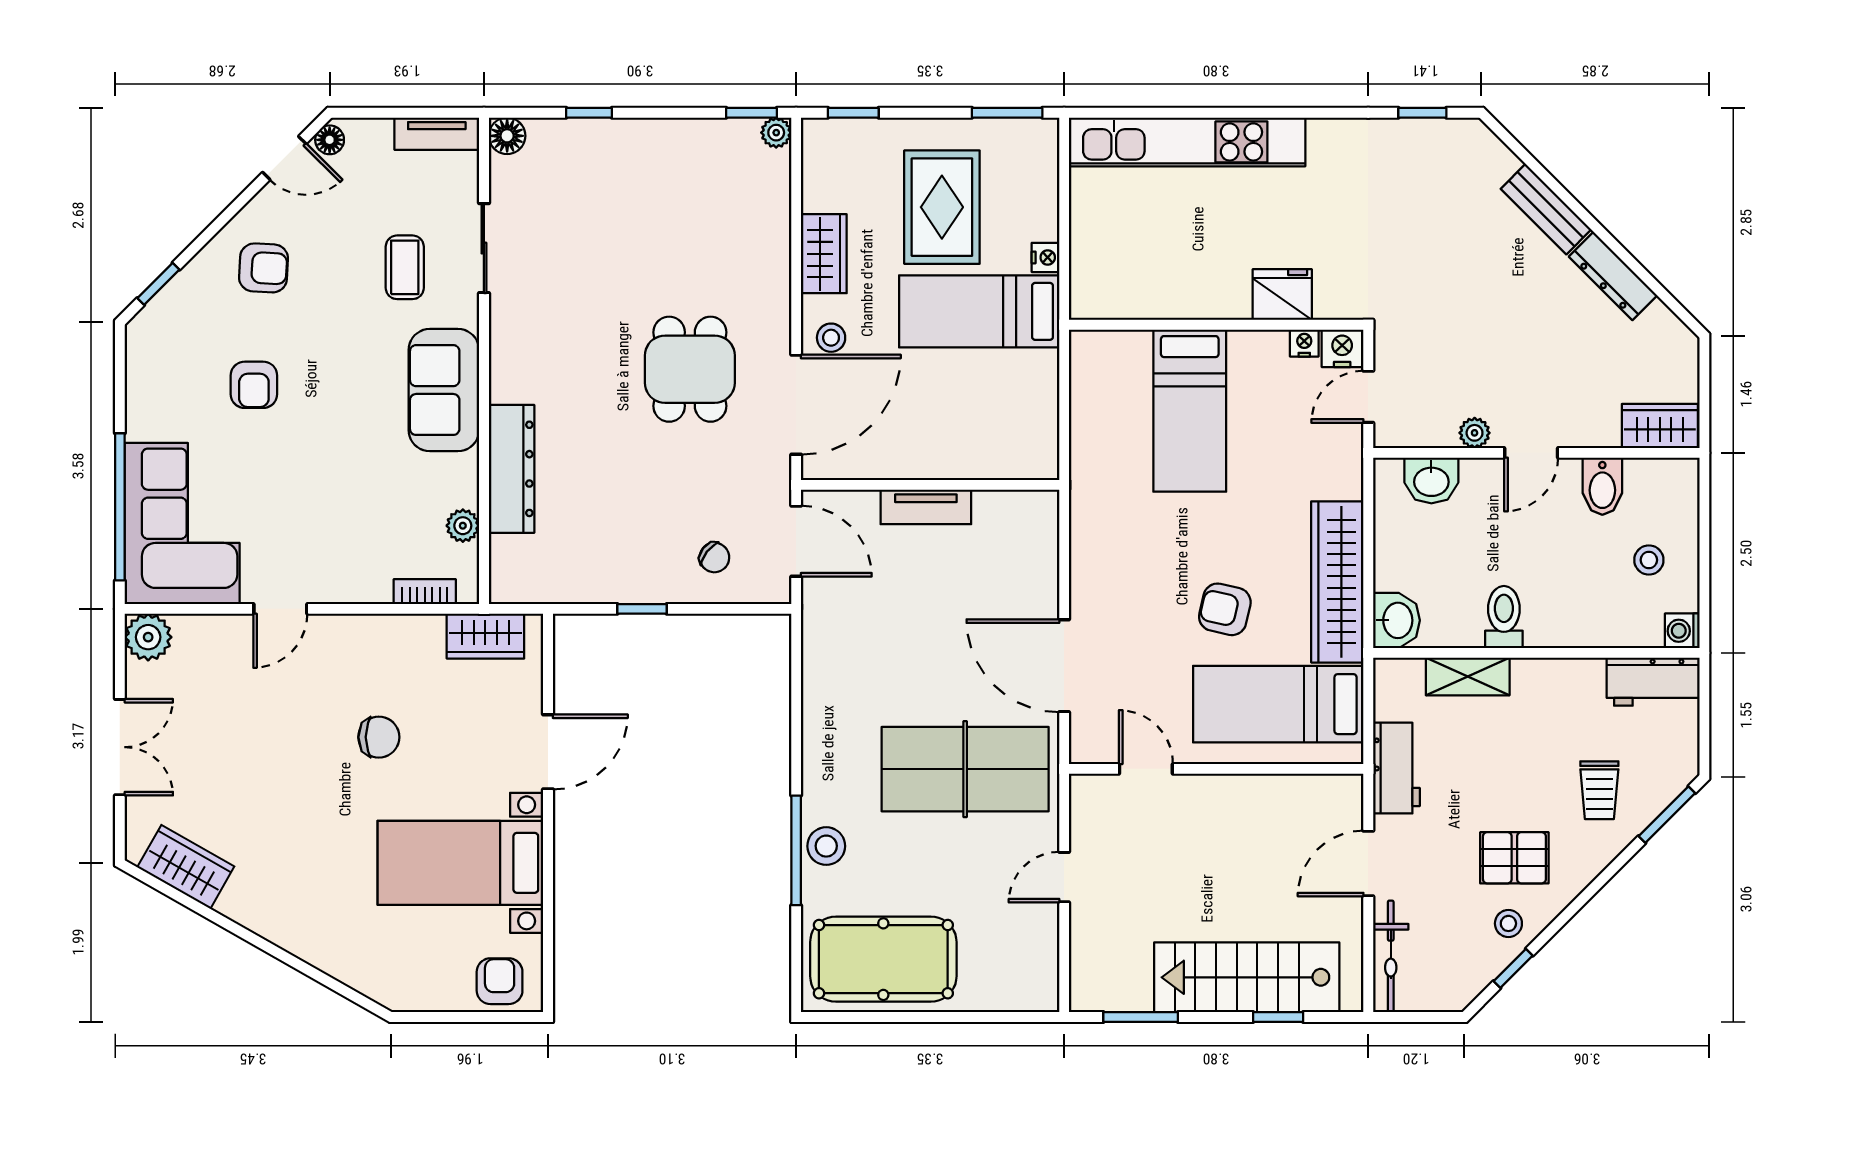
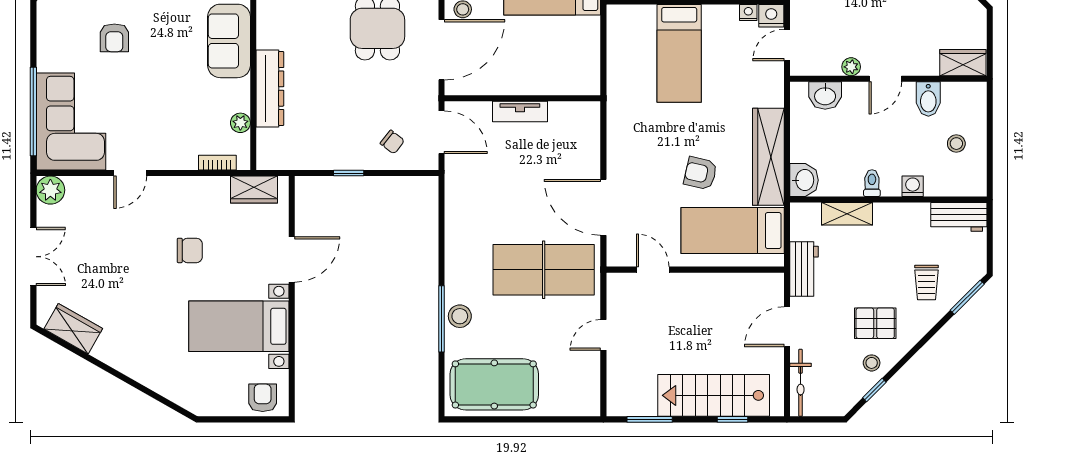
toilet: (1504, 617) -> (872, 183), width x0.73, depth x0.72
washing machine: (1682, 631) -> (913, 186), moved, turned 90

